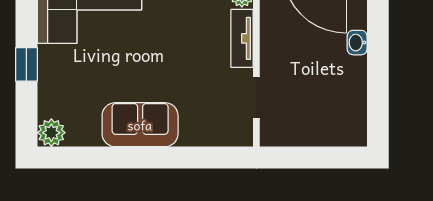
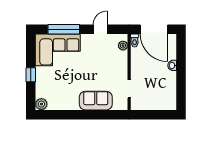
tv unit: (242, 38) -> (123, 64), removed
sofa: (140, 125) -> (96, 101), moved

